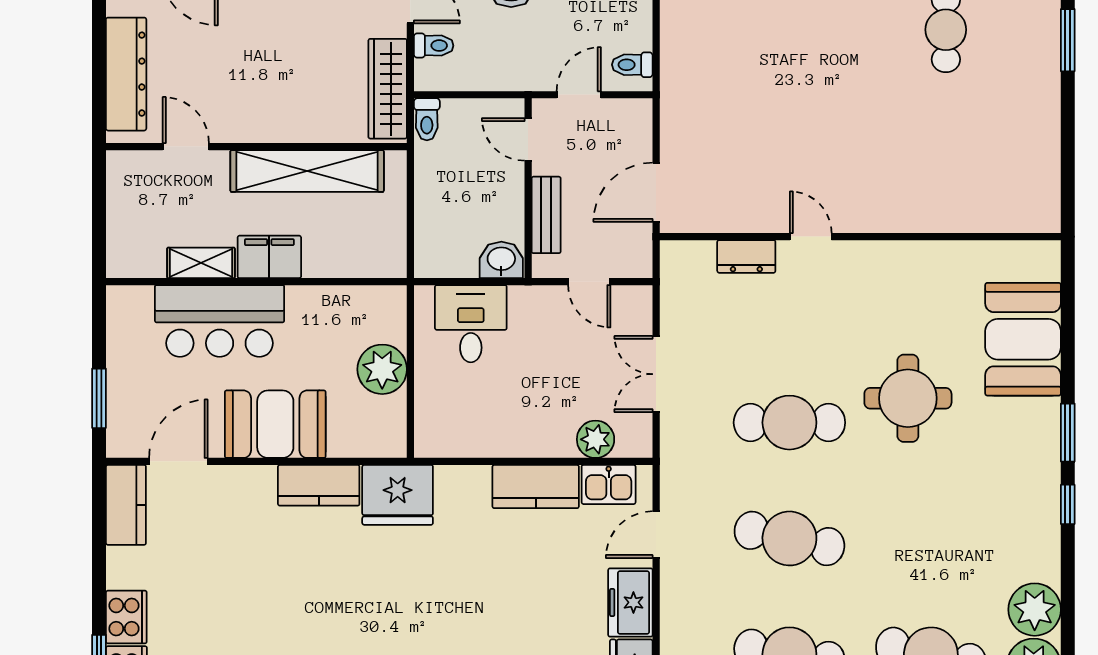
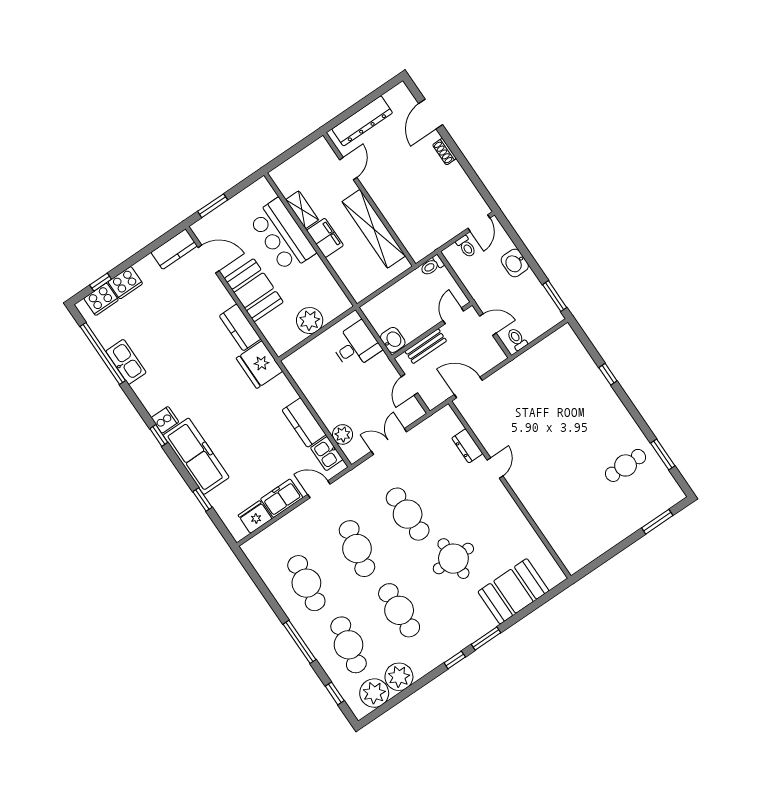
wardrobe: (388, 89) -> (434, 239), removed
cafe table: (931, 538) -> (399, 610), added

